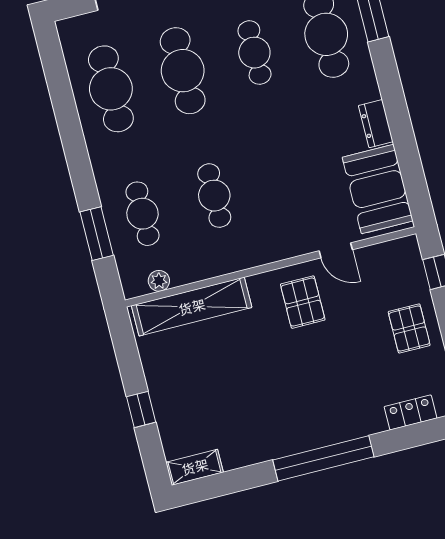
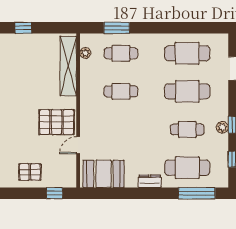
dresser: (376, 124) -> (150, 181), moved
pallet: (303, 302) -> (57, 122), width x1.50, depth x1.42

